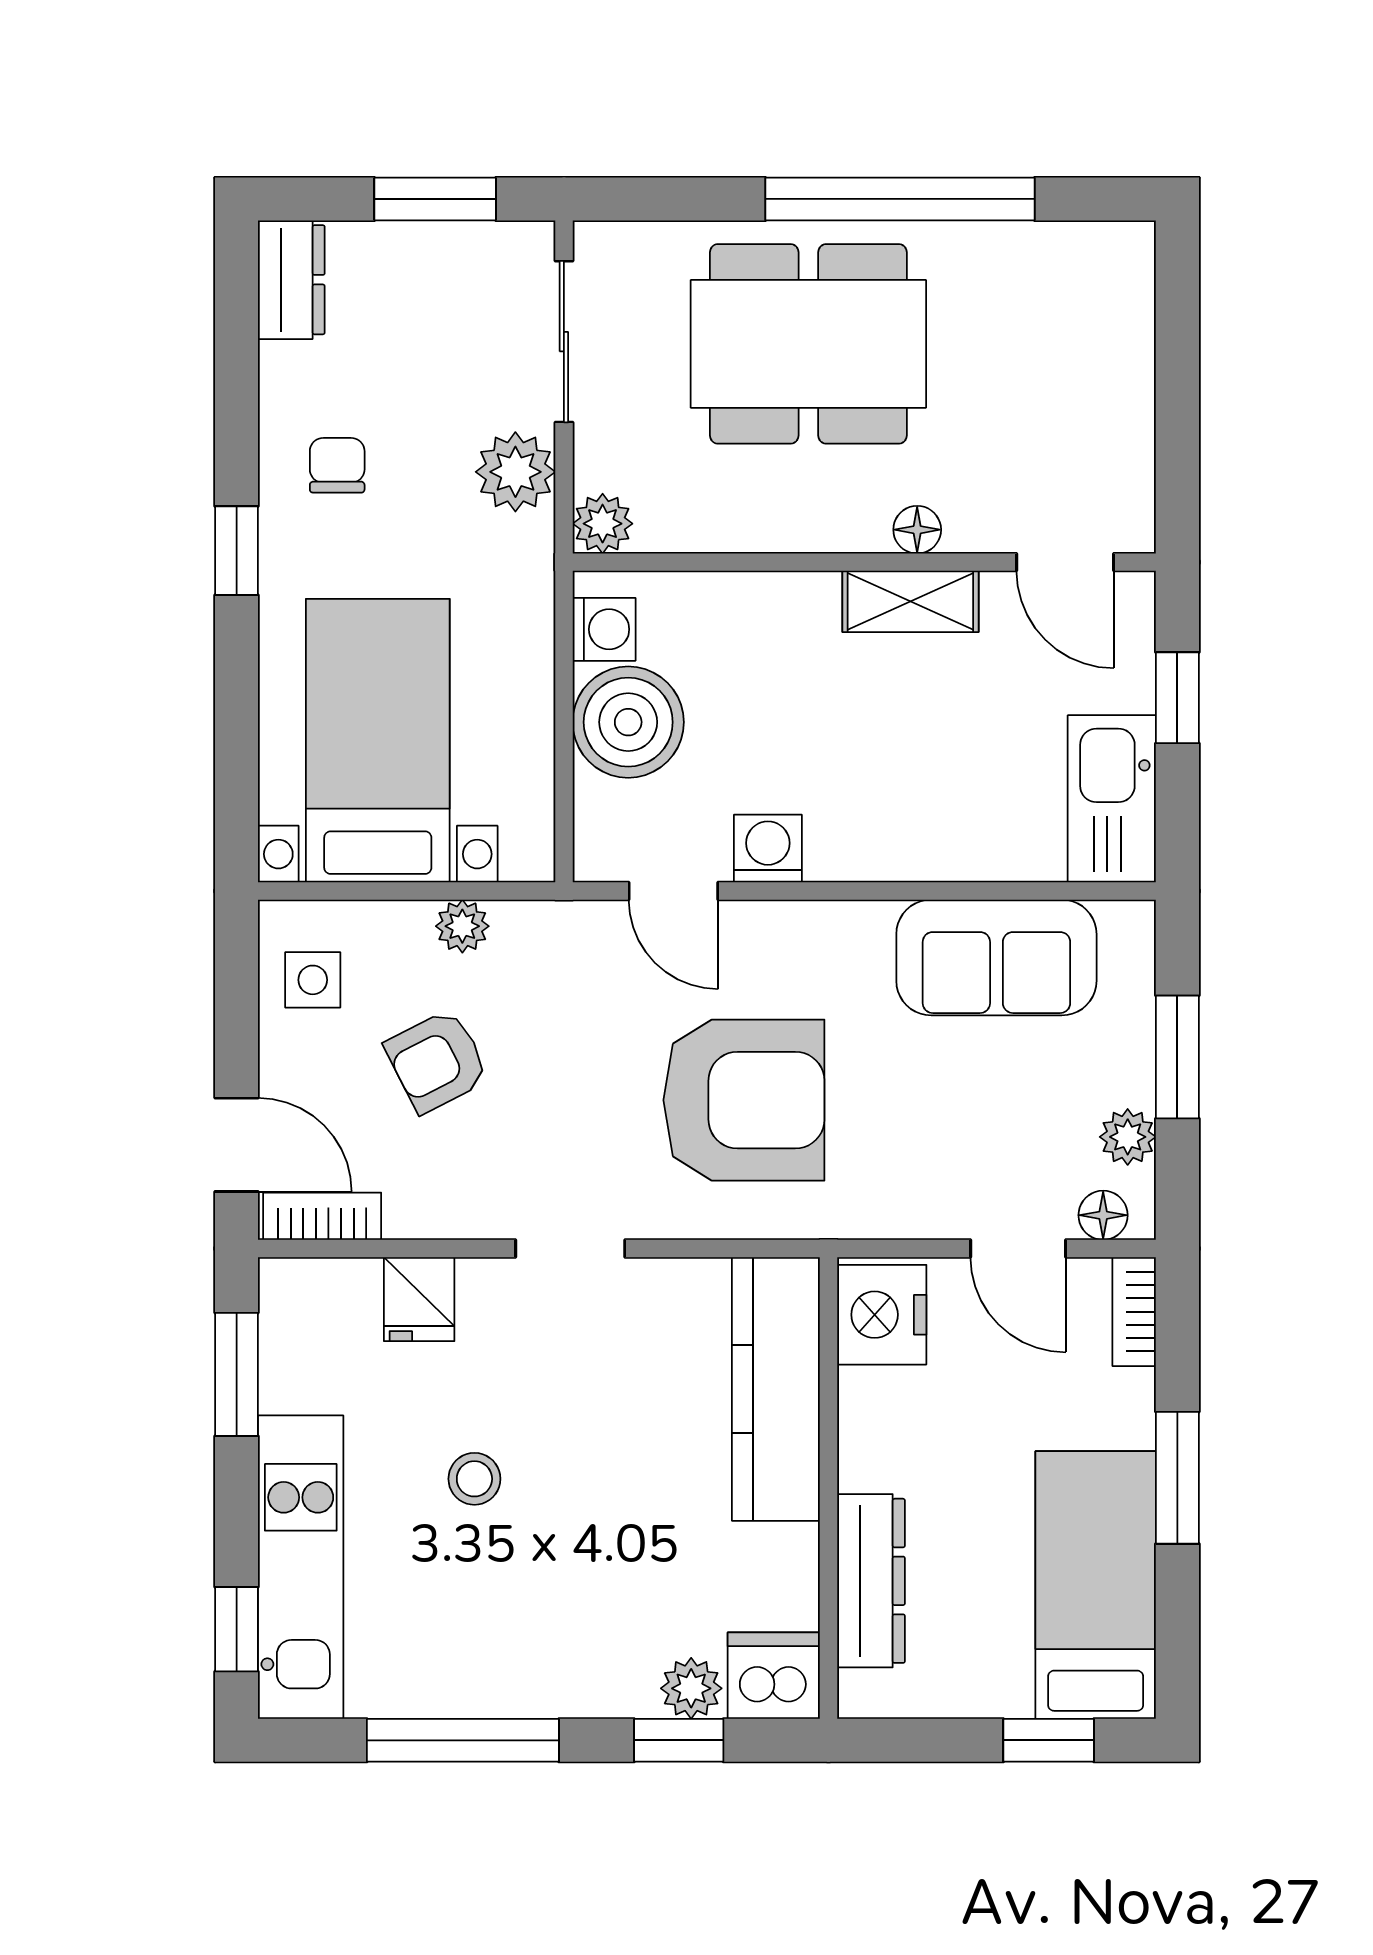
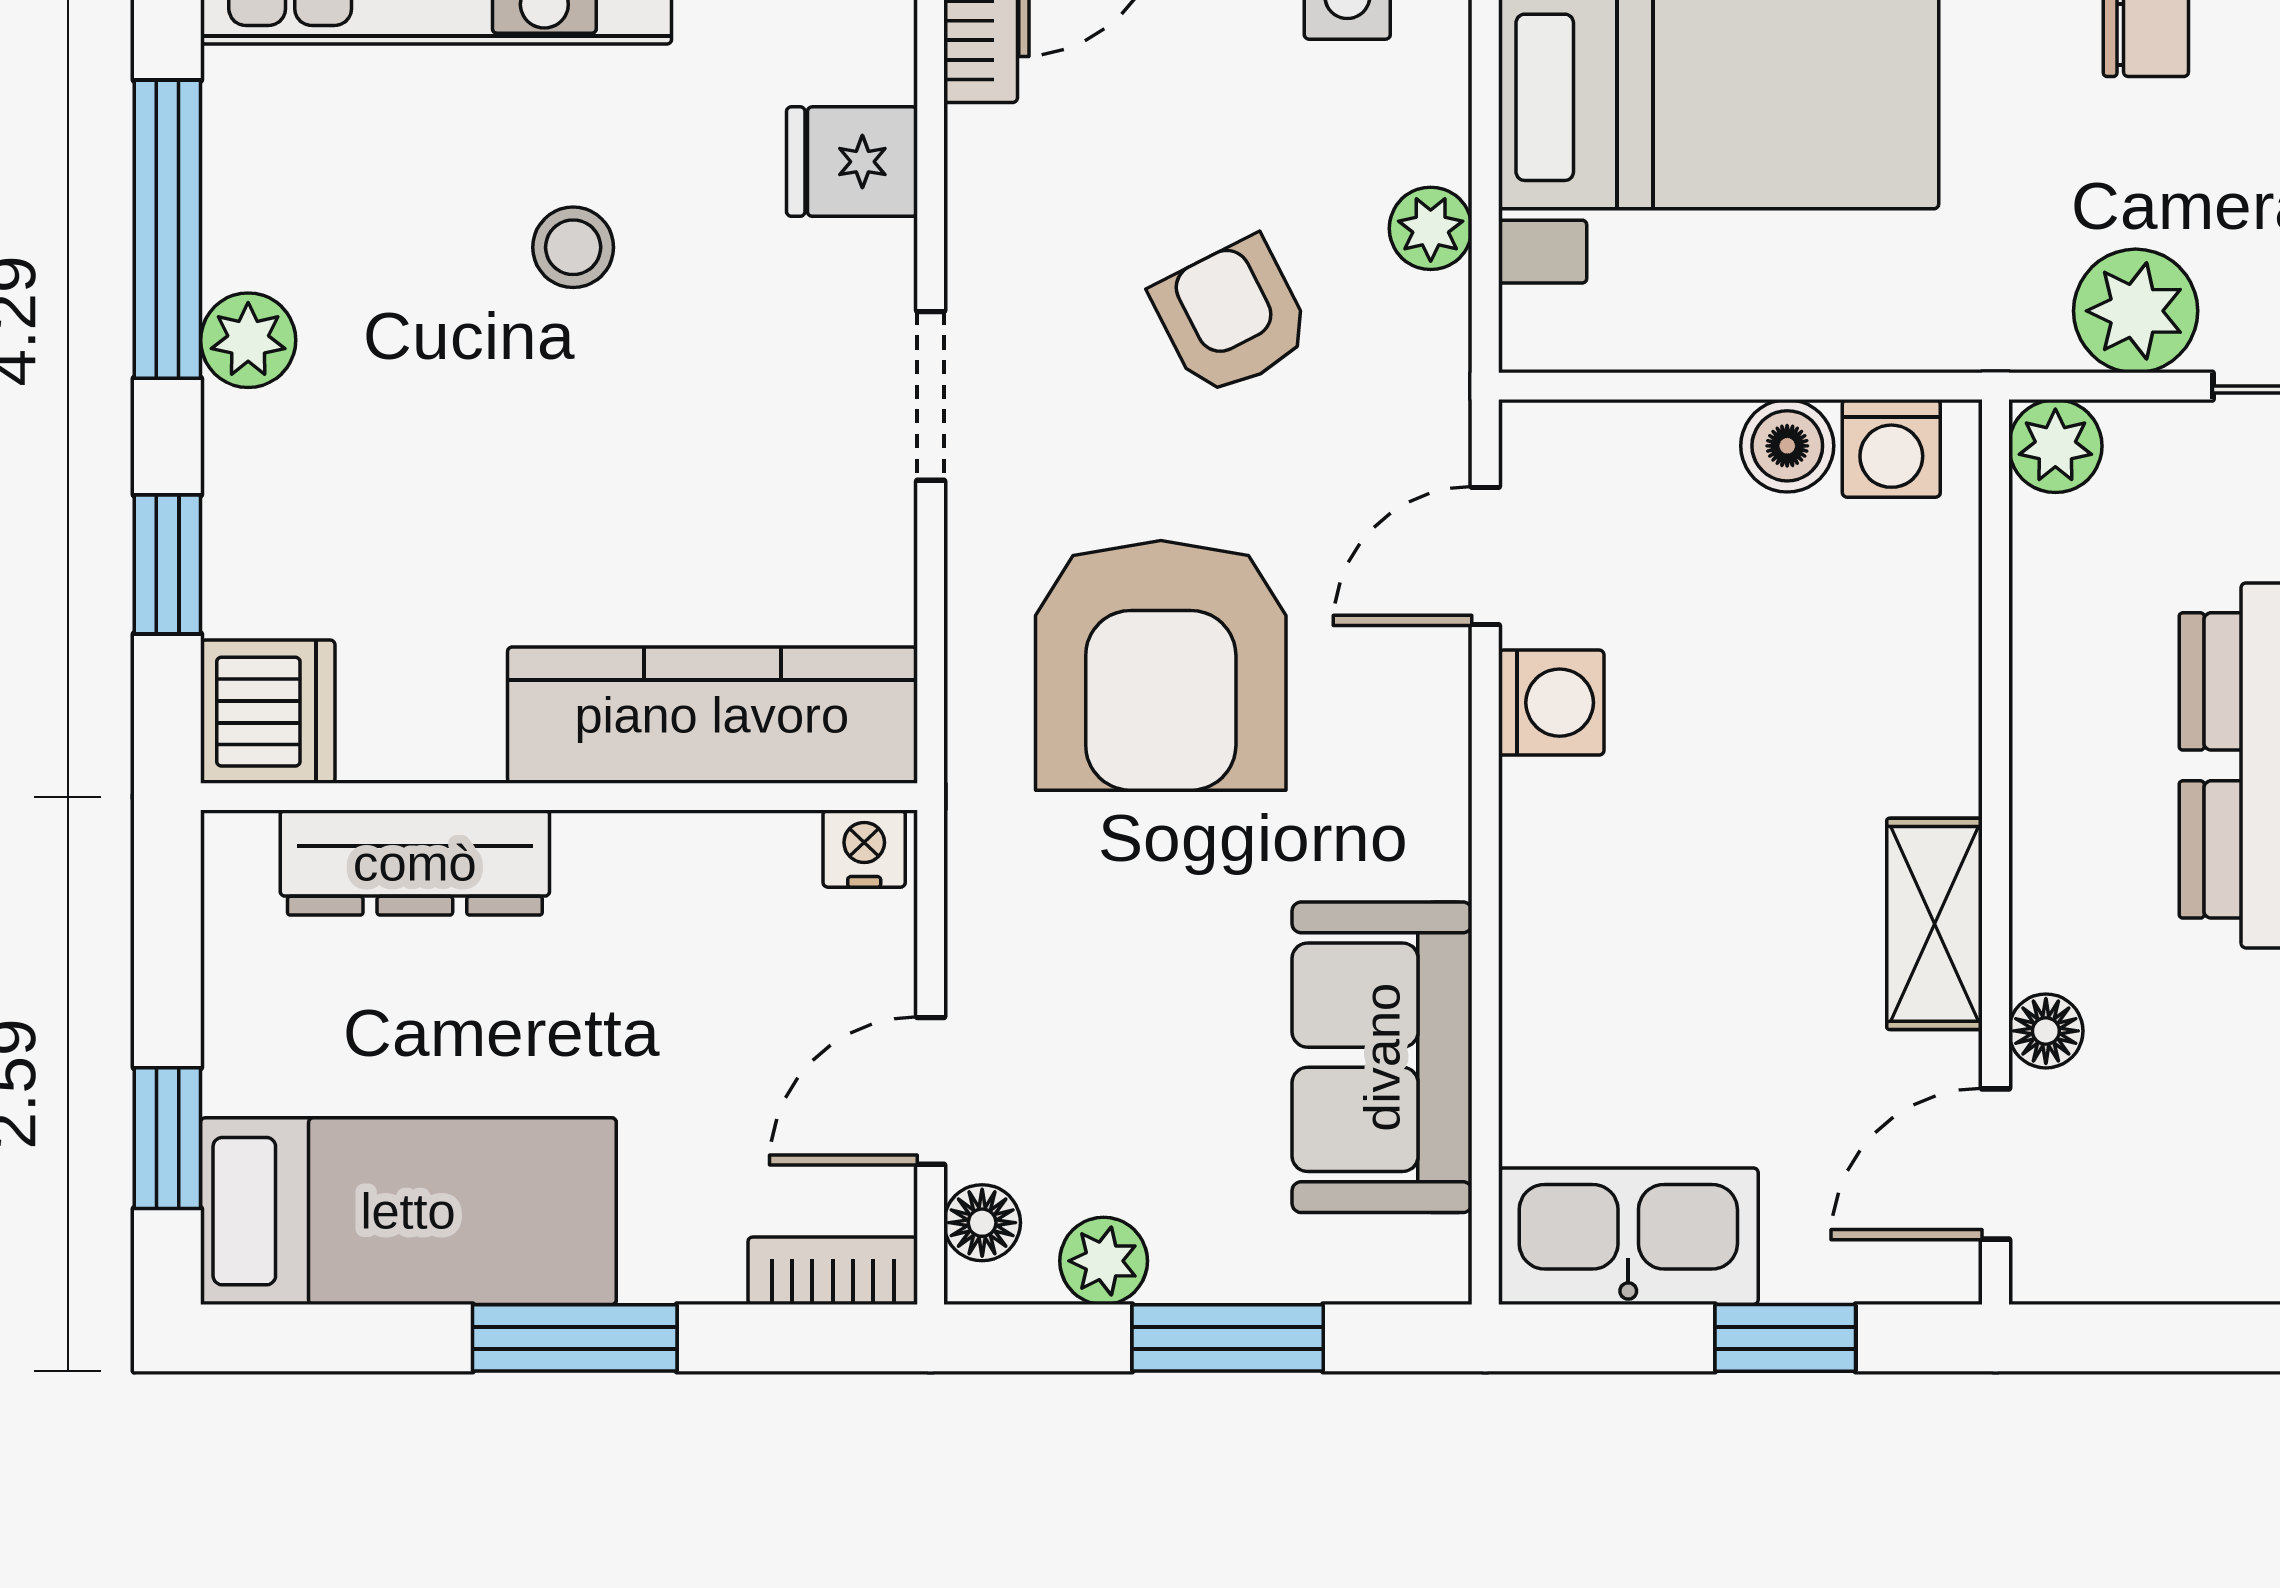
floor lamp: (917, 530) -> (2046, 1031), moved
boiler: (628, 722) -> (1787, 446), width x0.54, depth x0.54
armchair: (437, 1061) -> (1232, 317), moved
nightstand: (882, 1315) -> (864, 849), width x0.53, depth x0.56
plant: (691, 1688) -> (248, 340), moved

